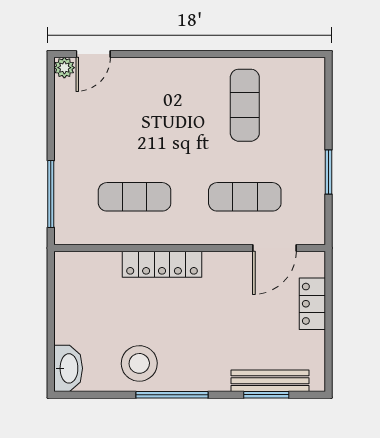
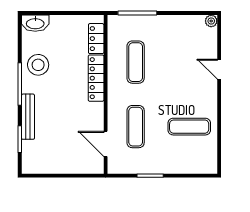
door: (93, 54) -> (219, 69), moved
locker: (312, 304) -> (96, 39), moved, turned -90
bench: (270, 381) -> (28, 117), moved

